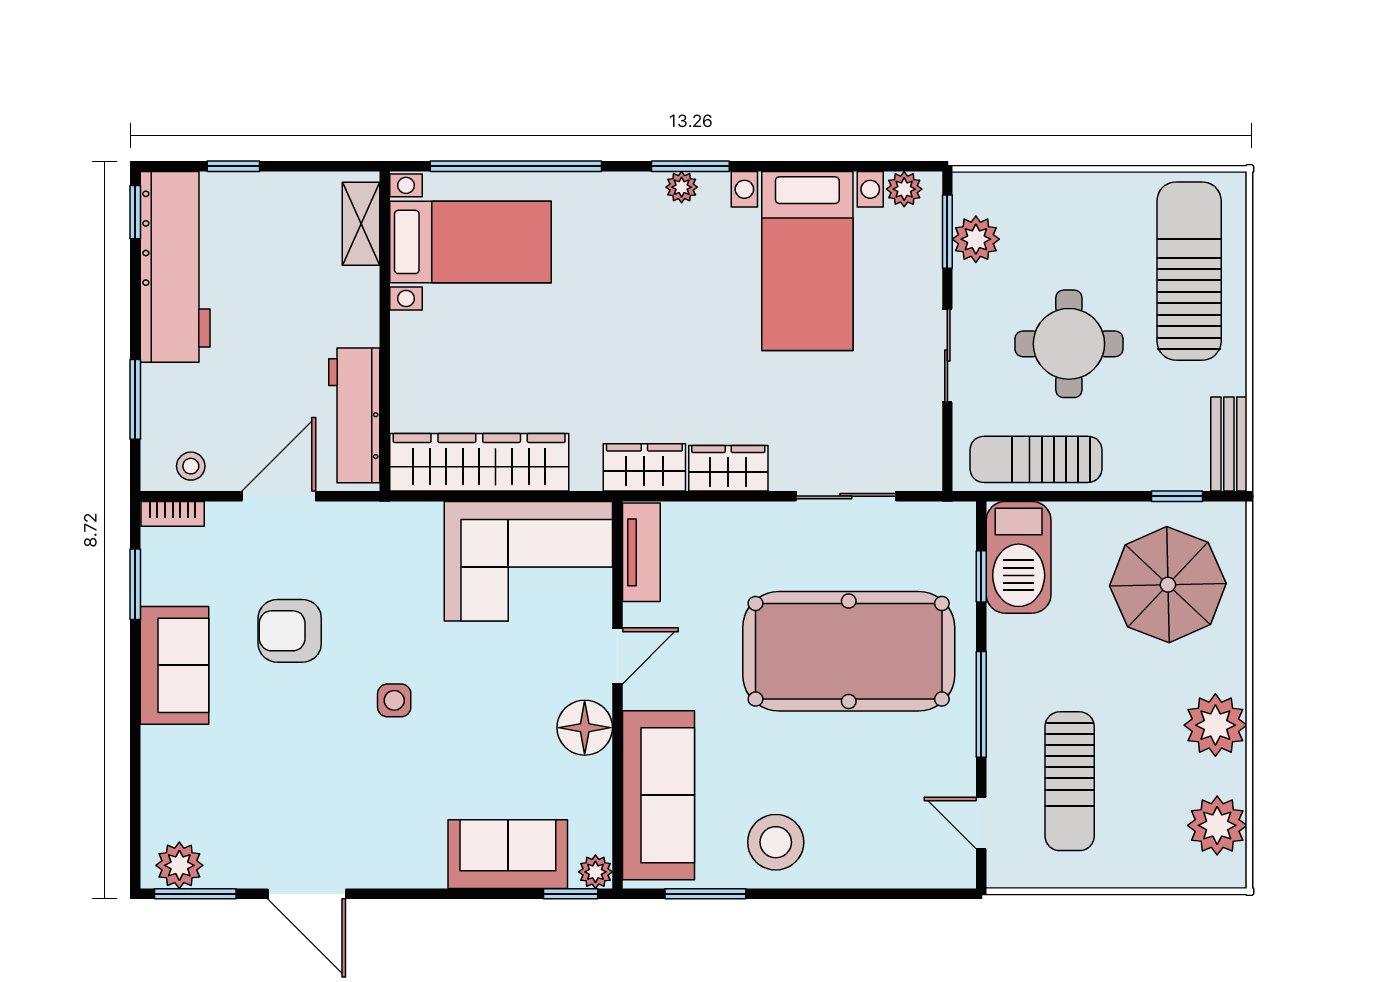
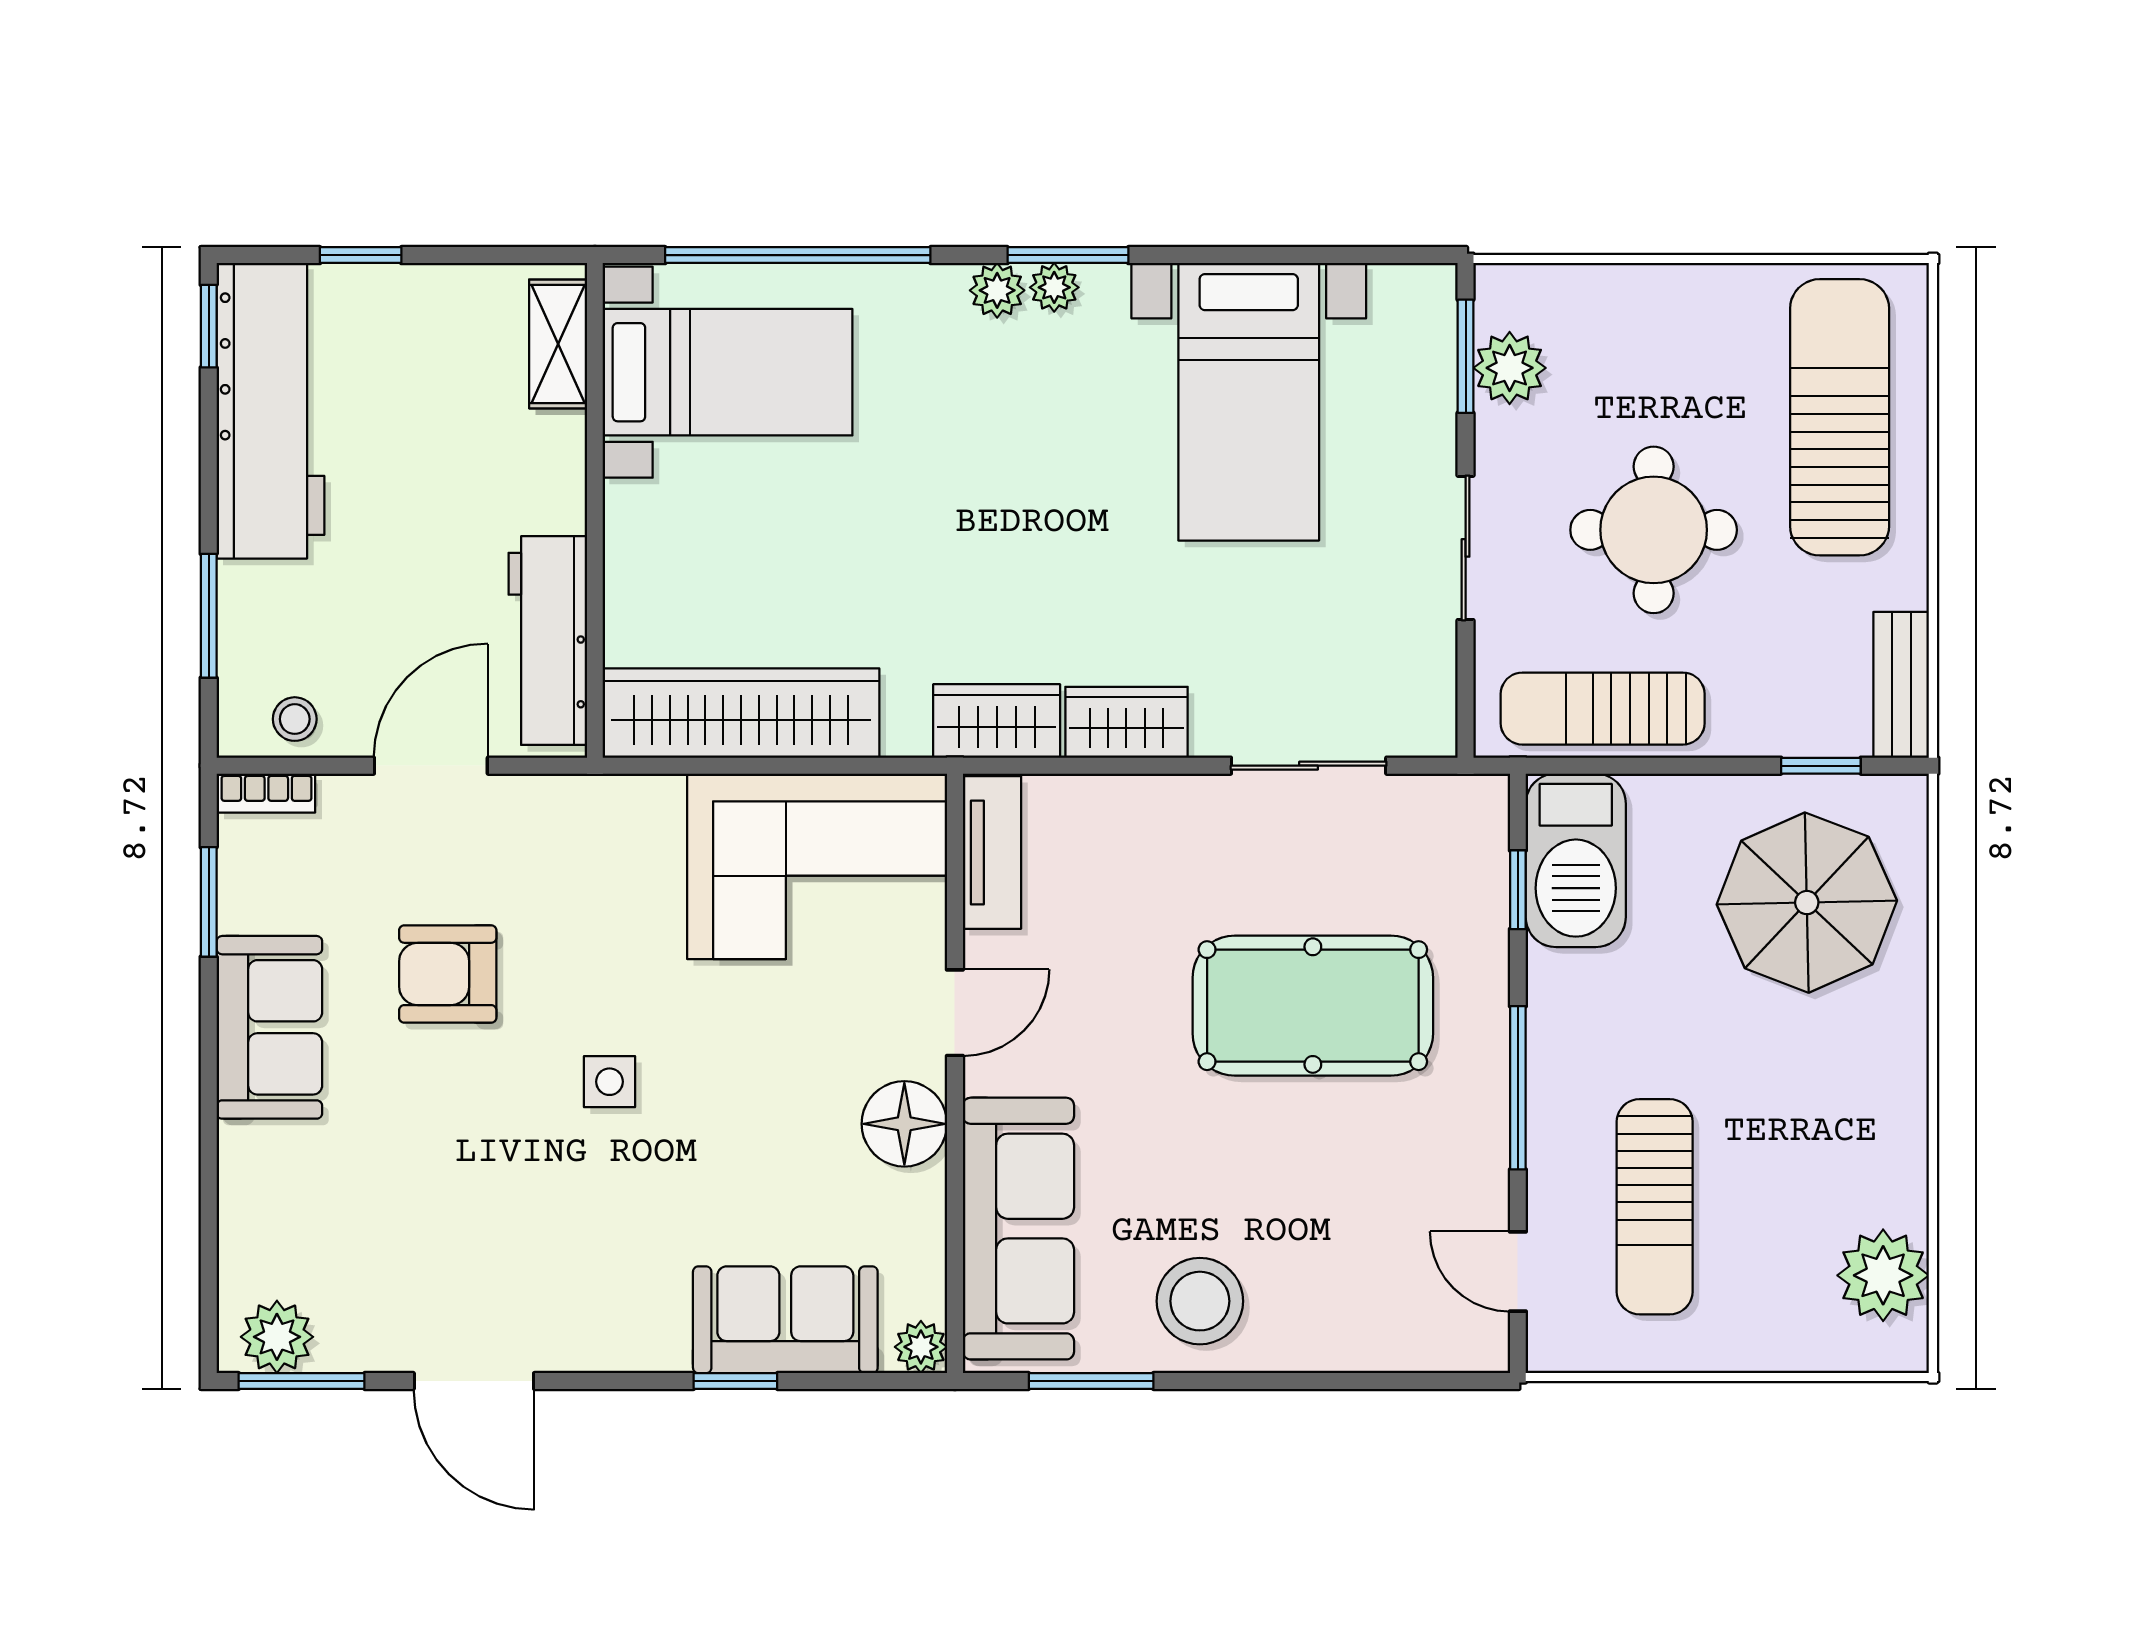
plant: (904, 189) -> (997, 290), moved
pool table: (849, 651) -> (1313, 1006), width x0.73, depth x0.76
plant: (1215, 725) -> (1880, 1120), removed
window: (571, 894) -> (735, 1381), moved

